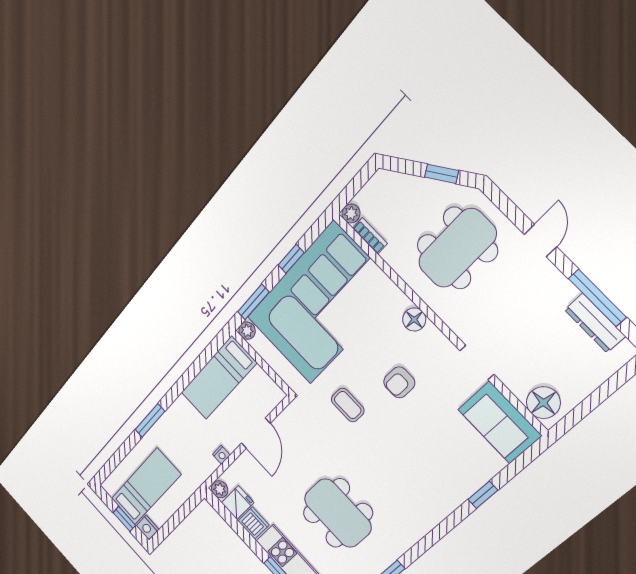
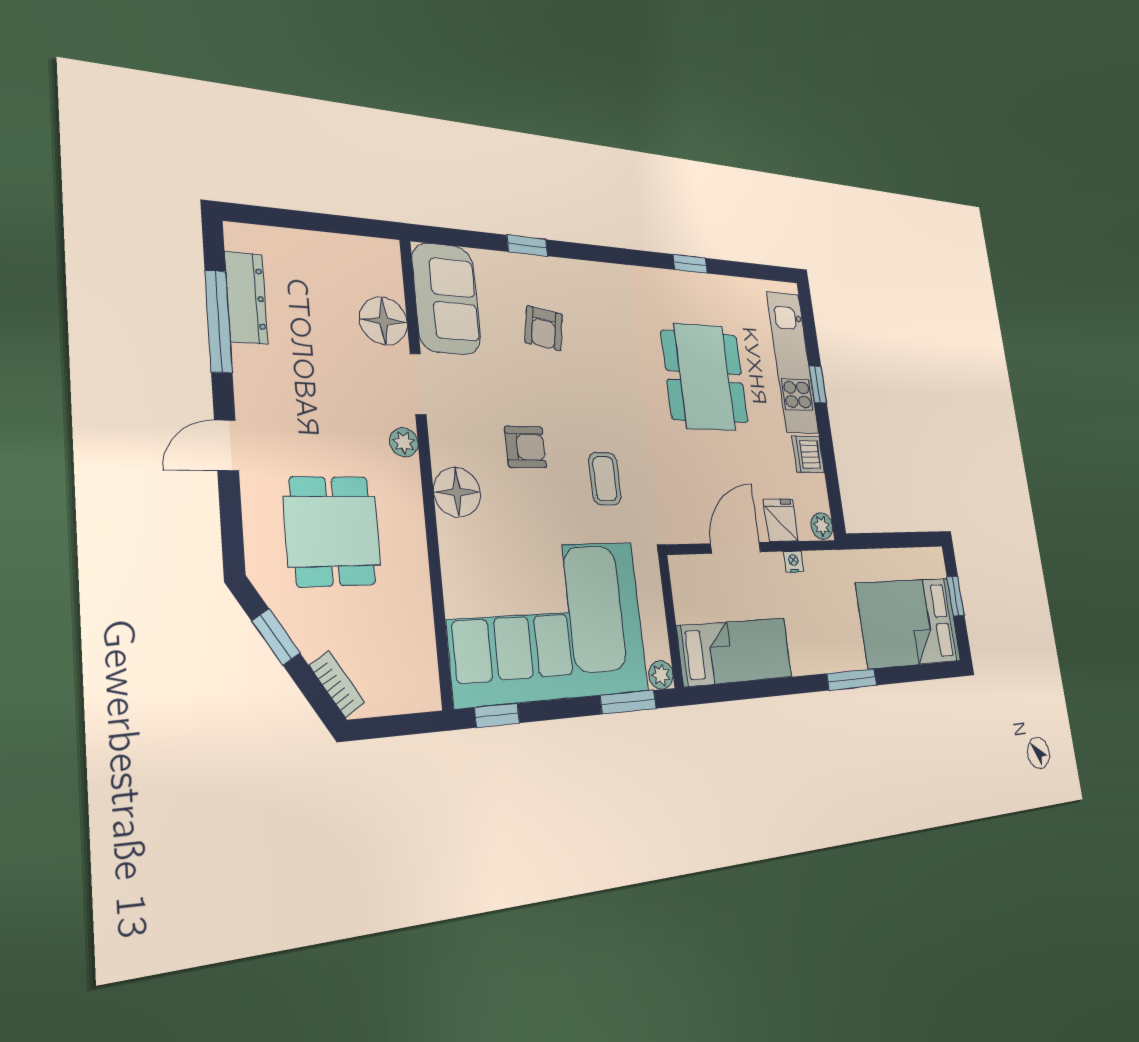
plant: (351, 213) -> (404, 442), moved
bookcase: (370, 236) -> (337, 684), moved, turned 149
dining table: (457, 248) -> (332, 531), width x0.73
window: (291, 259) -> (497, 715), moved
floor lamp: (414, 320) -> (457, 492), width x1.38, depth x1.38
floor lamp: (543, 403) -> (383, 321), moved
armchair: (439, 456) -> (544, 328), added
bed: (146, 487) -> (909, 623), width x1.50
fridge: (238, 503) -> (781, 520), moved, turned 90
nightstand: (147, 528) -> (935, 562), removed

